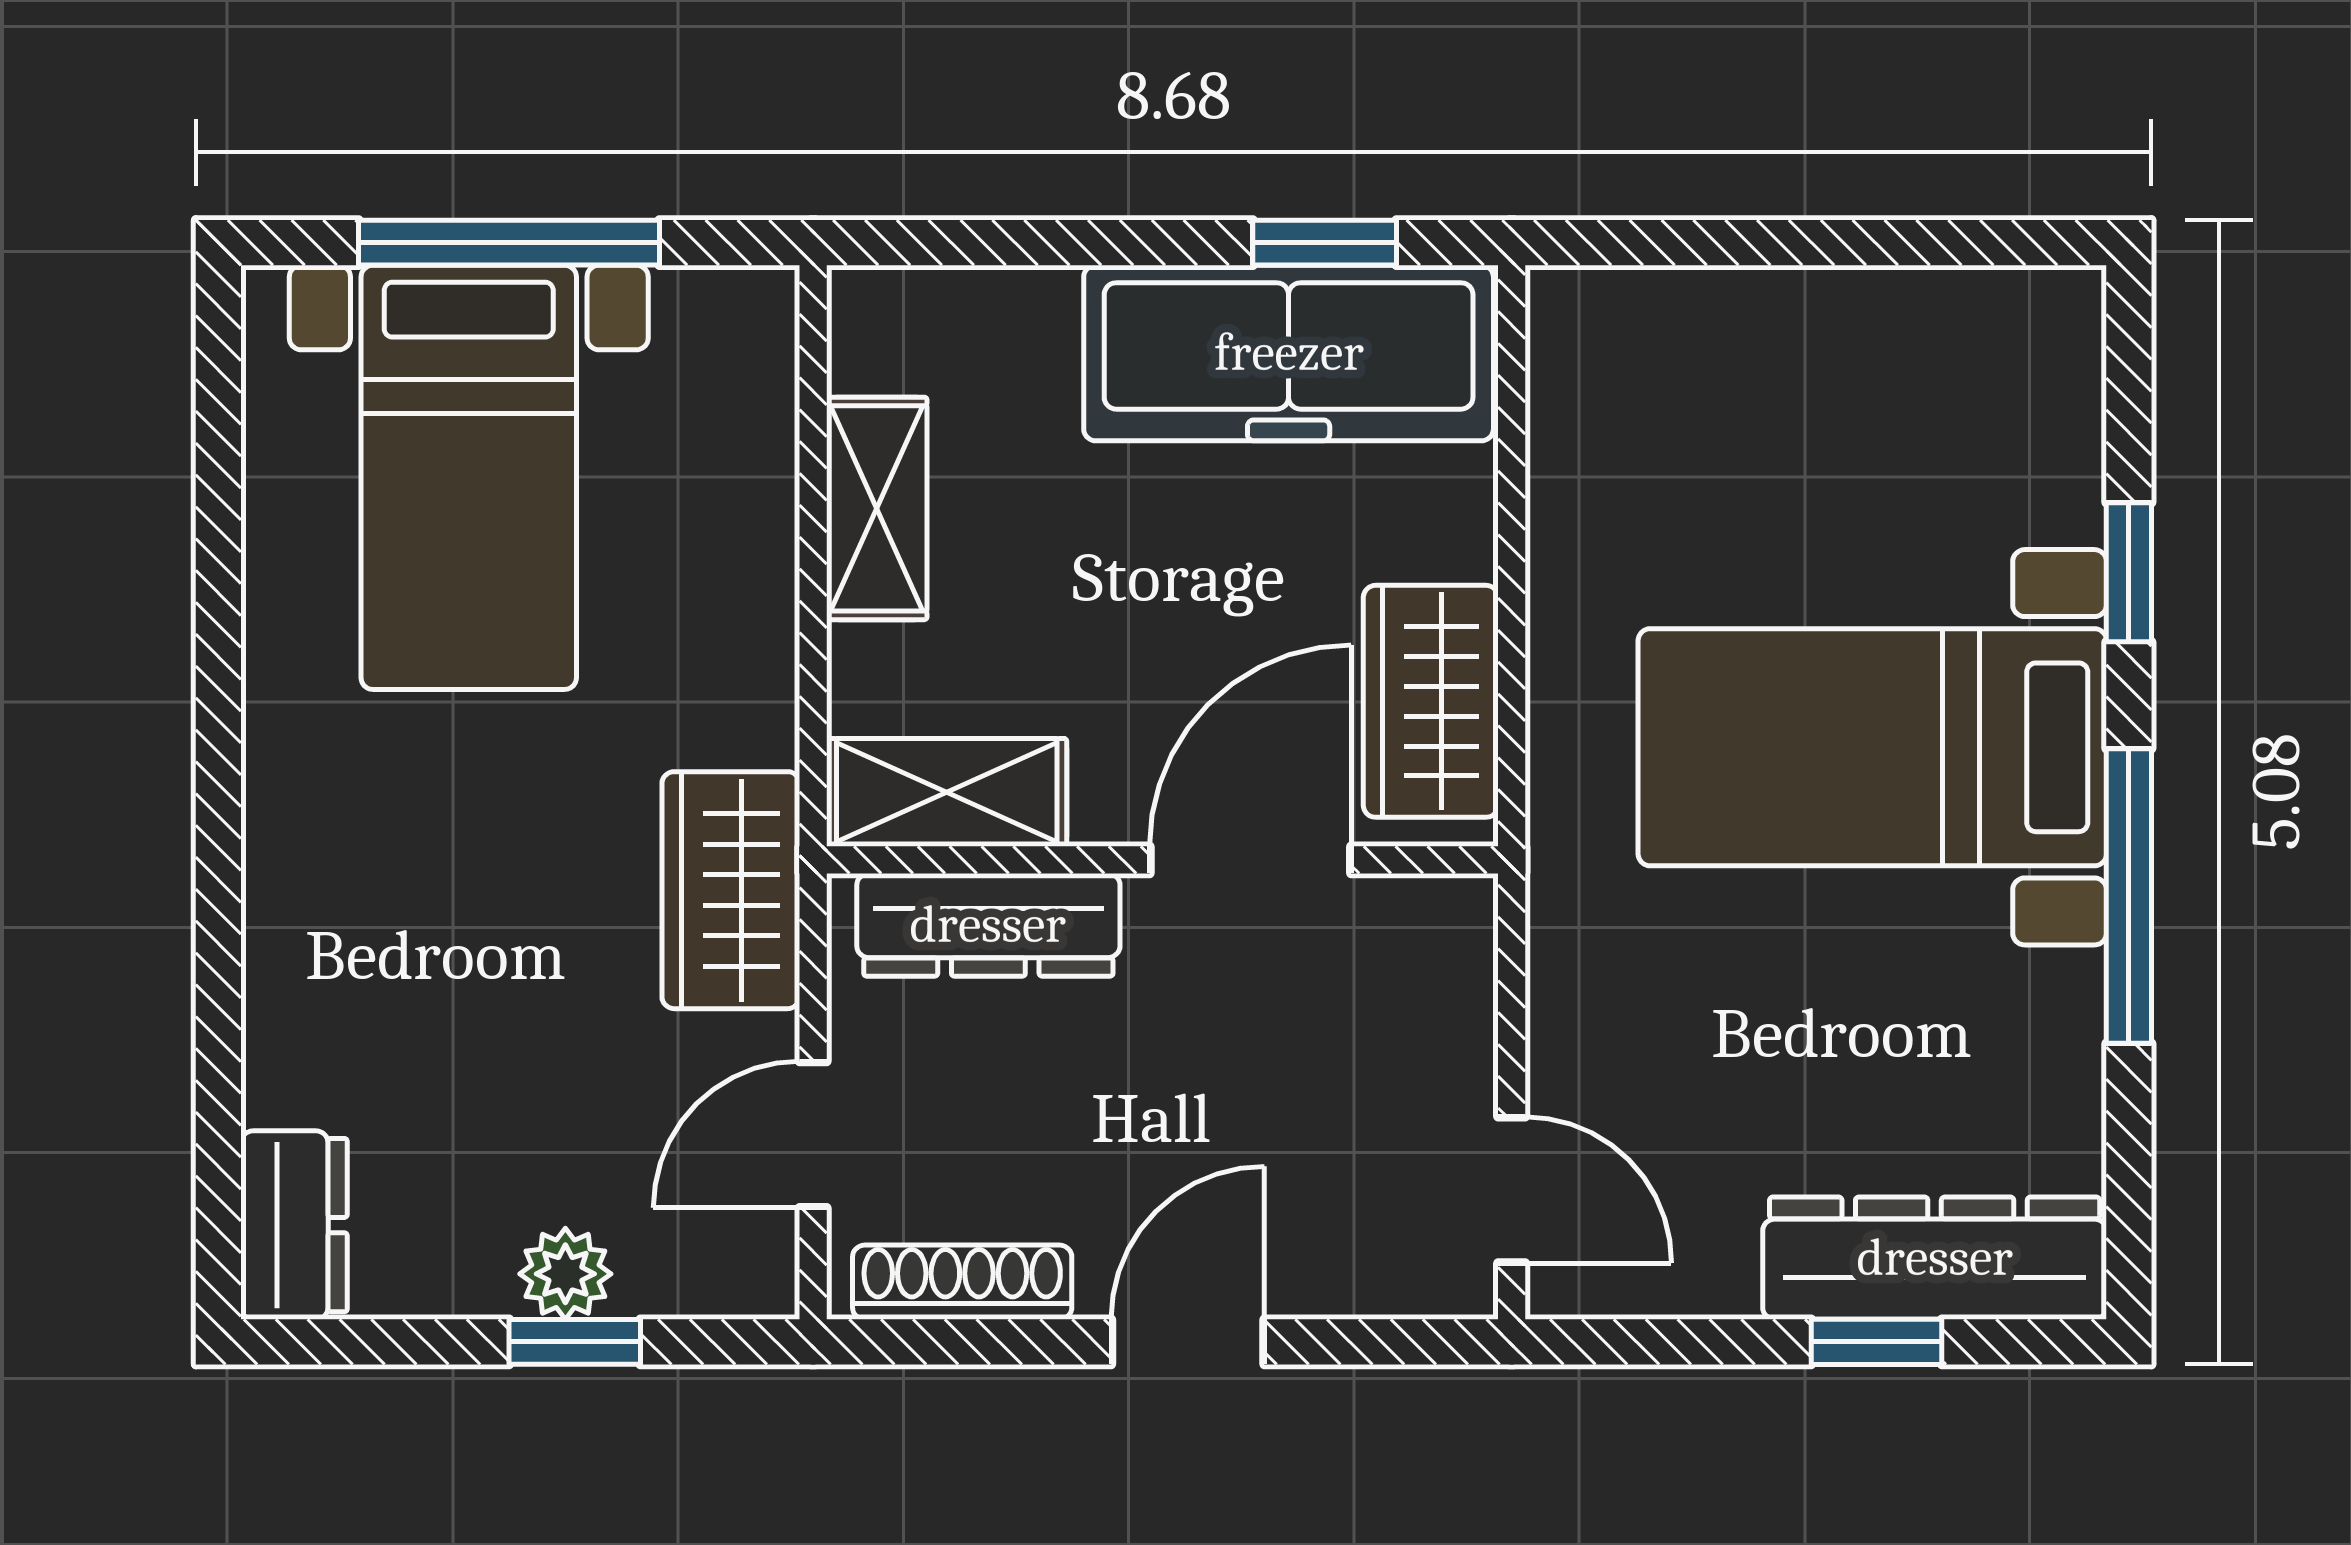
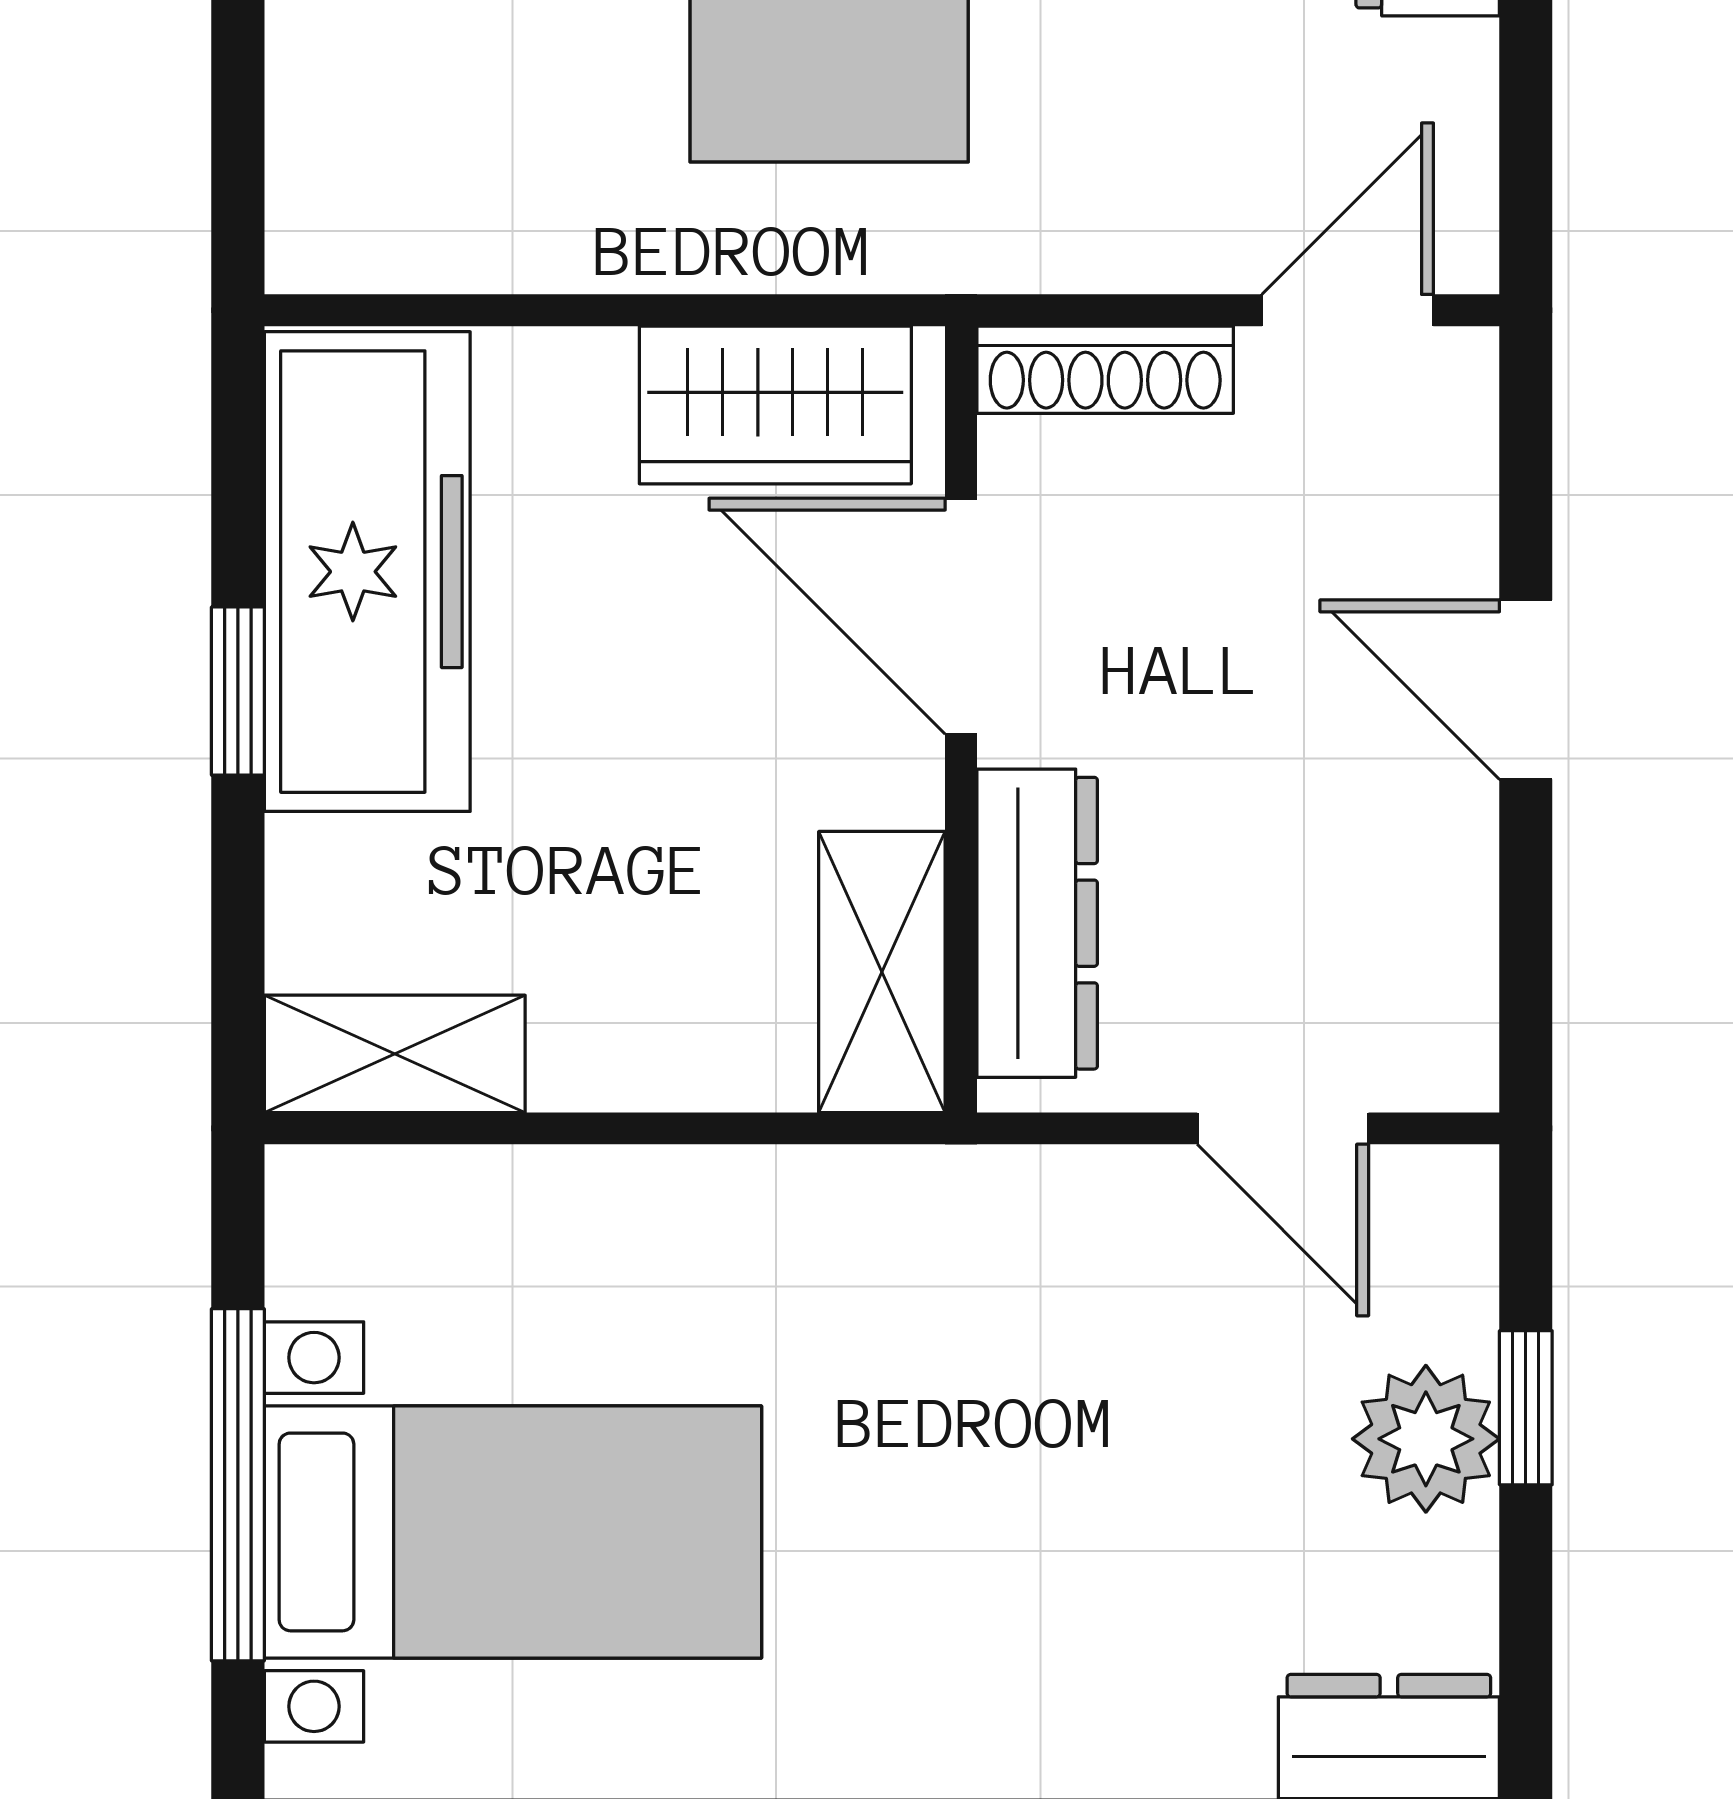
window: (1325, 243) -> (238, 691), moved
shelving: (877, 508) -> (395, 1054), moved
wardrobe: (731, 890) -> (997, 1225), removed
plant: (565, 1274) -> (1426, 1439), width x1.38, depth x1.38
shoe rack: (962, 1282) -> (1105, 370), moved, turned -90

